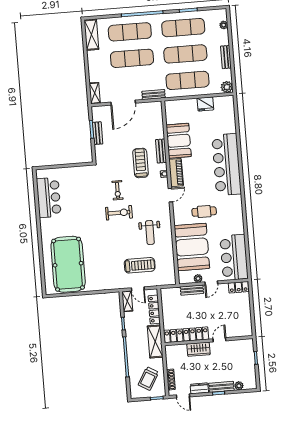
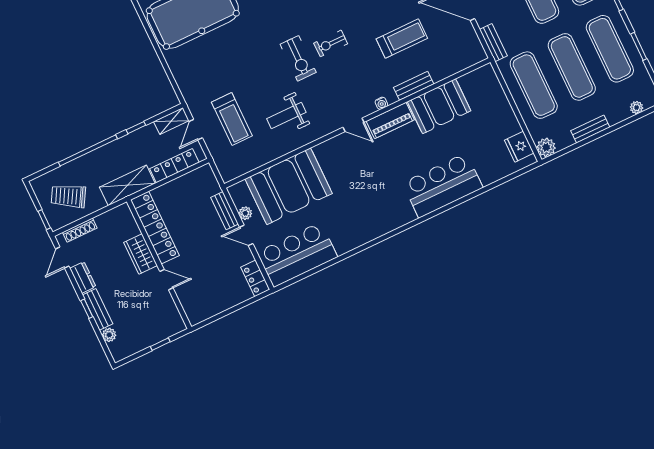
fridge: (205, 104) -> (519, 147), moved
treadmill: (141, 163) -> (402, 39), moved
bar counter: (227, 165) -> (443, 185), width x0.73
cafe table: (204, 212) -> (348, 184), removed

